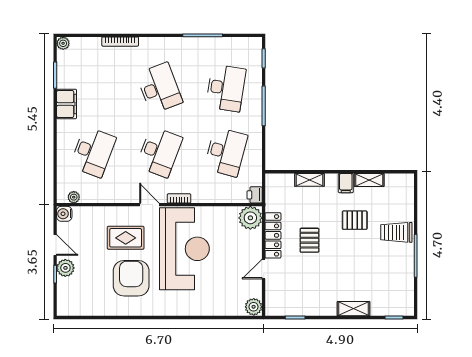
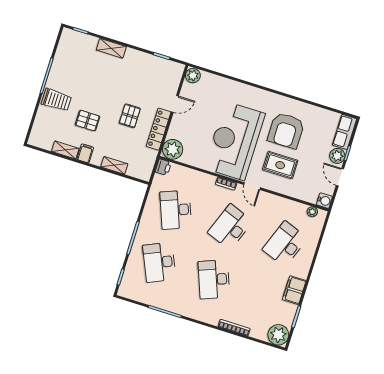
plant: (63, 43) -> (278, 335), width x1.87, depth x1.87
desk: (226, 88) -> (159, 262), turned -33
desk: (226, 152) -> (176, 210), turned -36
row of seats: (66, 297) -> (345, 132), added

